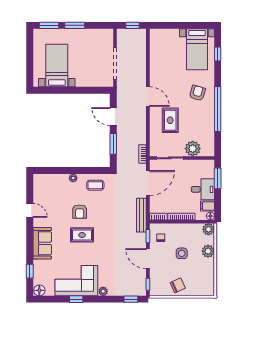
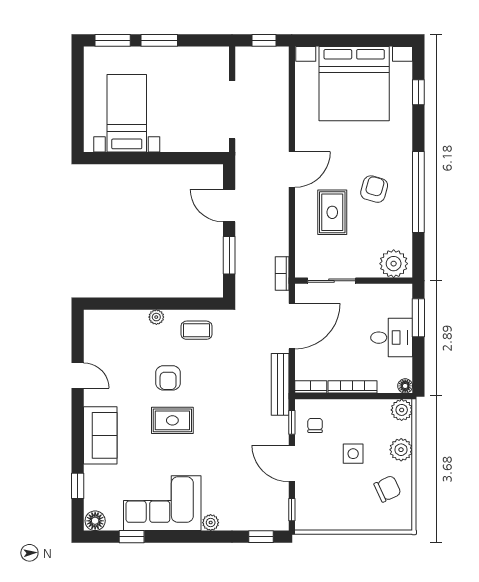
bed with nightstands: (197, 49) -> (354, 84), width x1.85
armchair: (197, 93) -> (374, 189), moved
door: (148, 97) -> (292, 169), hinge flipped
plant: (193, 149) -> (394, 264), moved
filing cabinet: (208, 206) -> (400, 368), removed
chair: (178, 285) -> (387, 489), moved
window: (76, 299) -> (132, 537), moved

